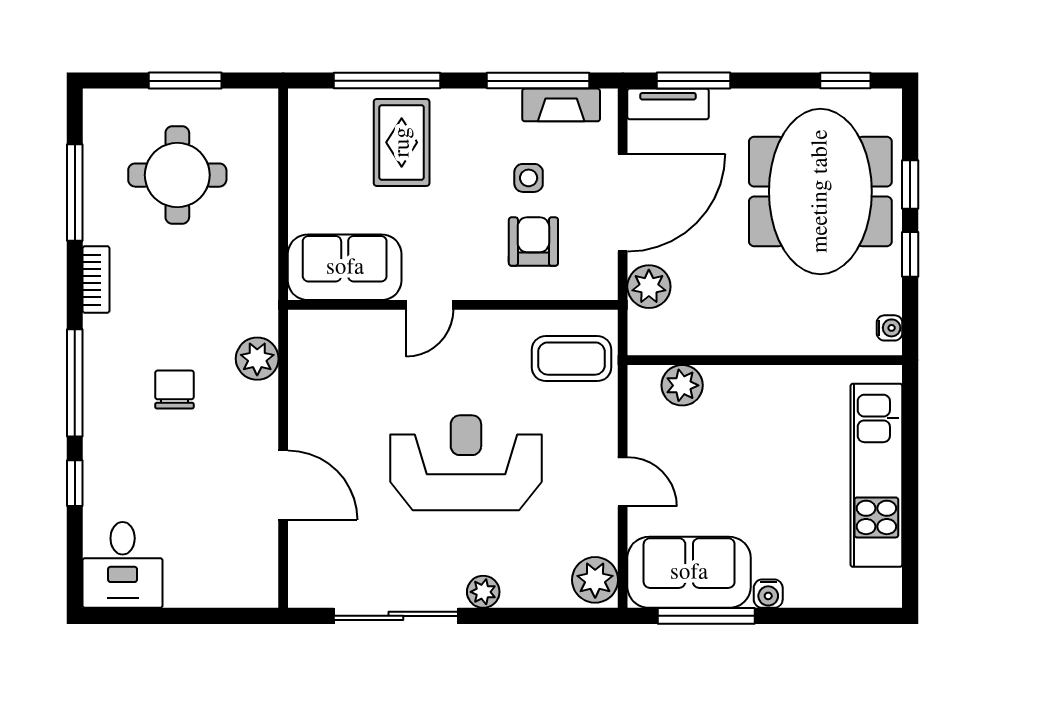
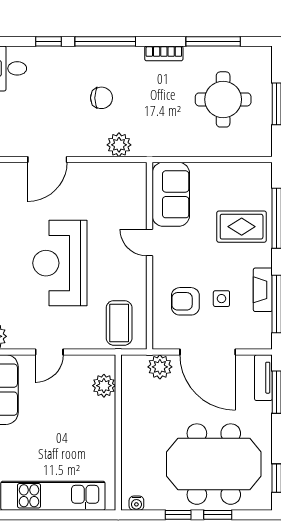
fireplace: (561, 105) -> (263, 290), moved
armchair: (533, 242) -> (185, 301), turned 180
reception desk: (466, 463) -> (60, 263), turned 180

